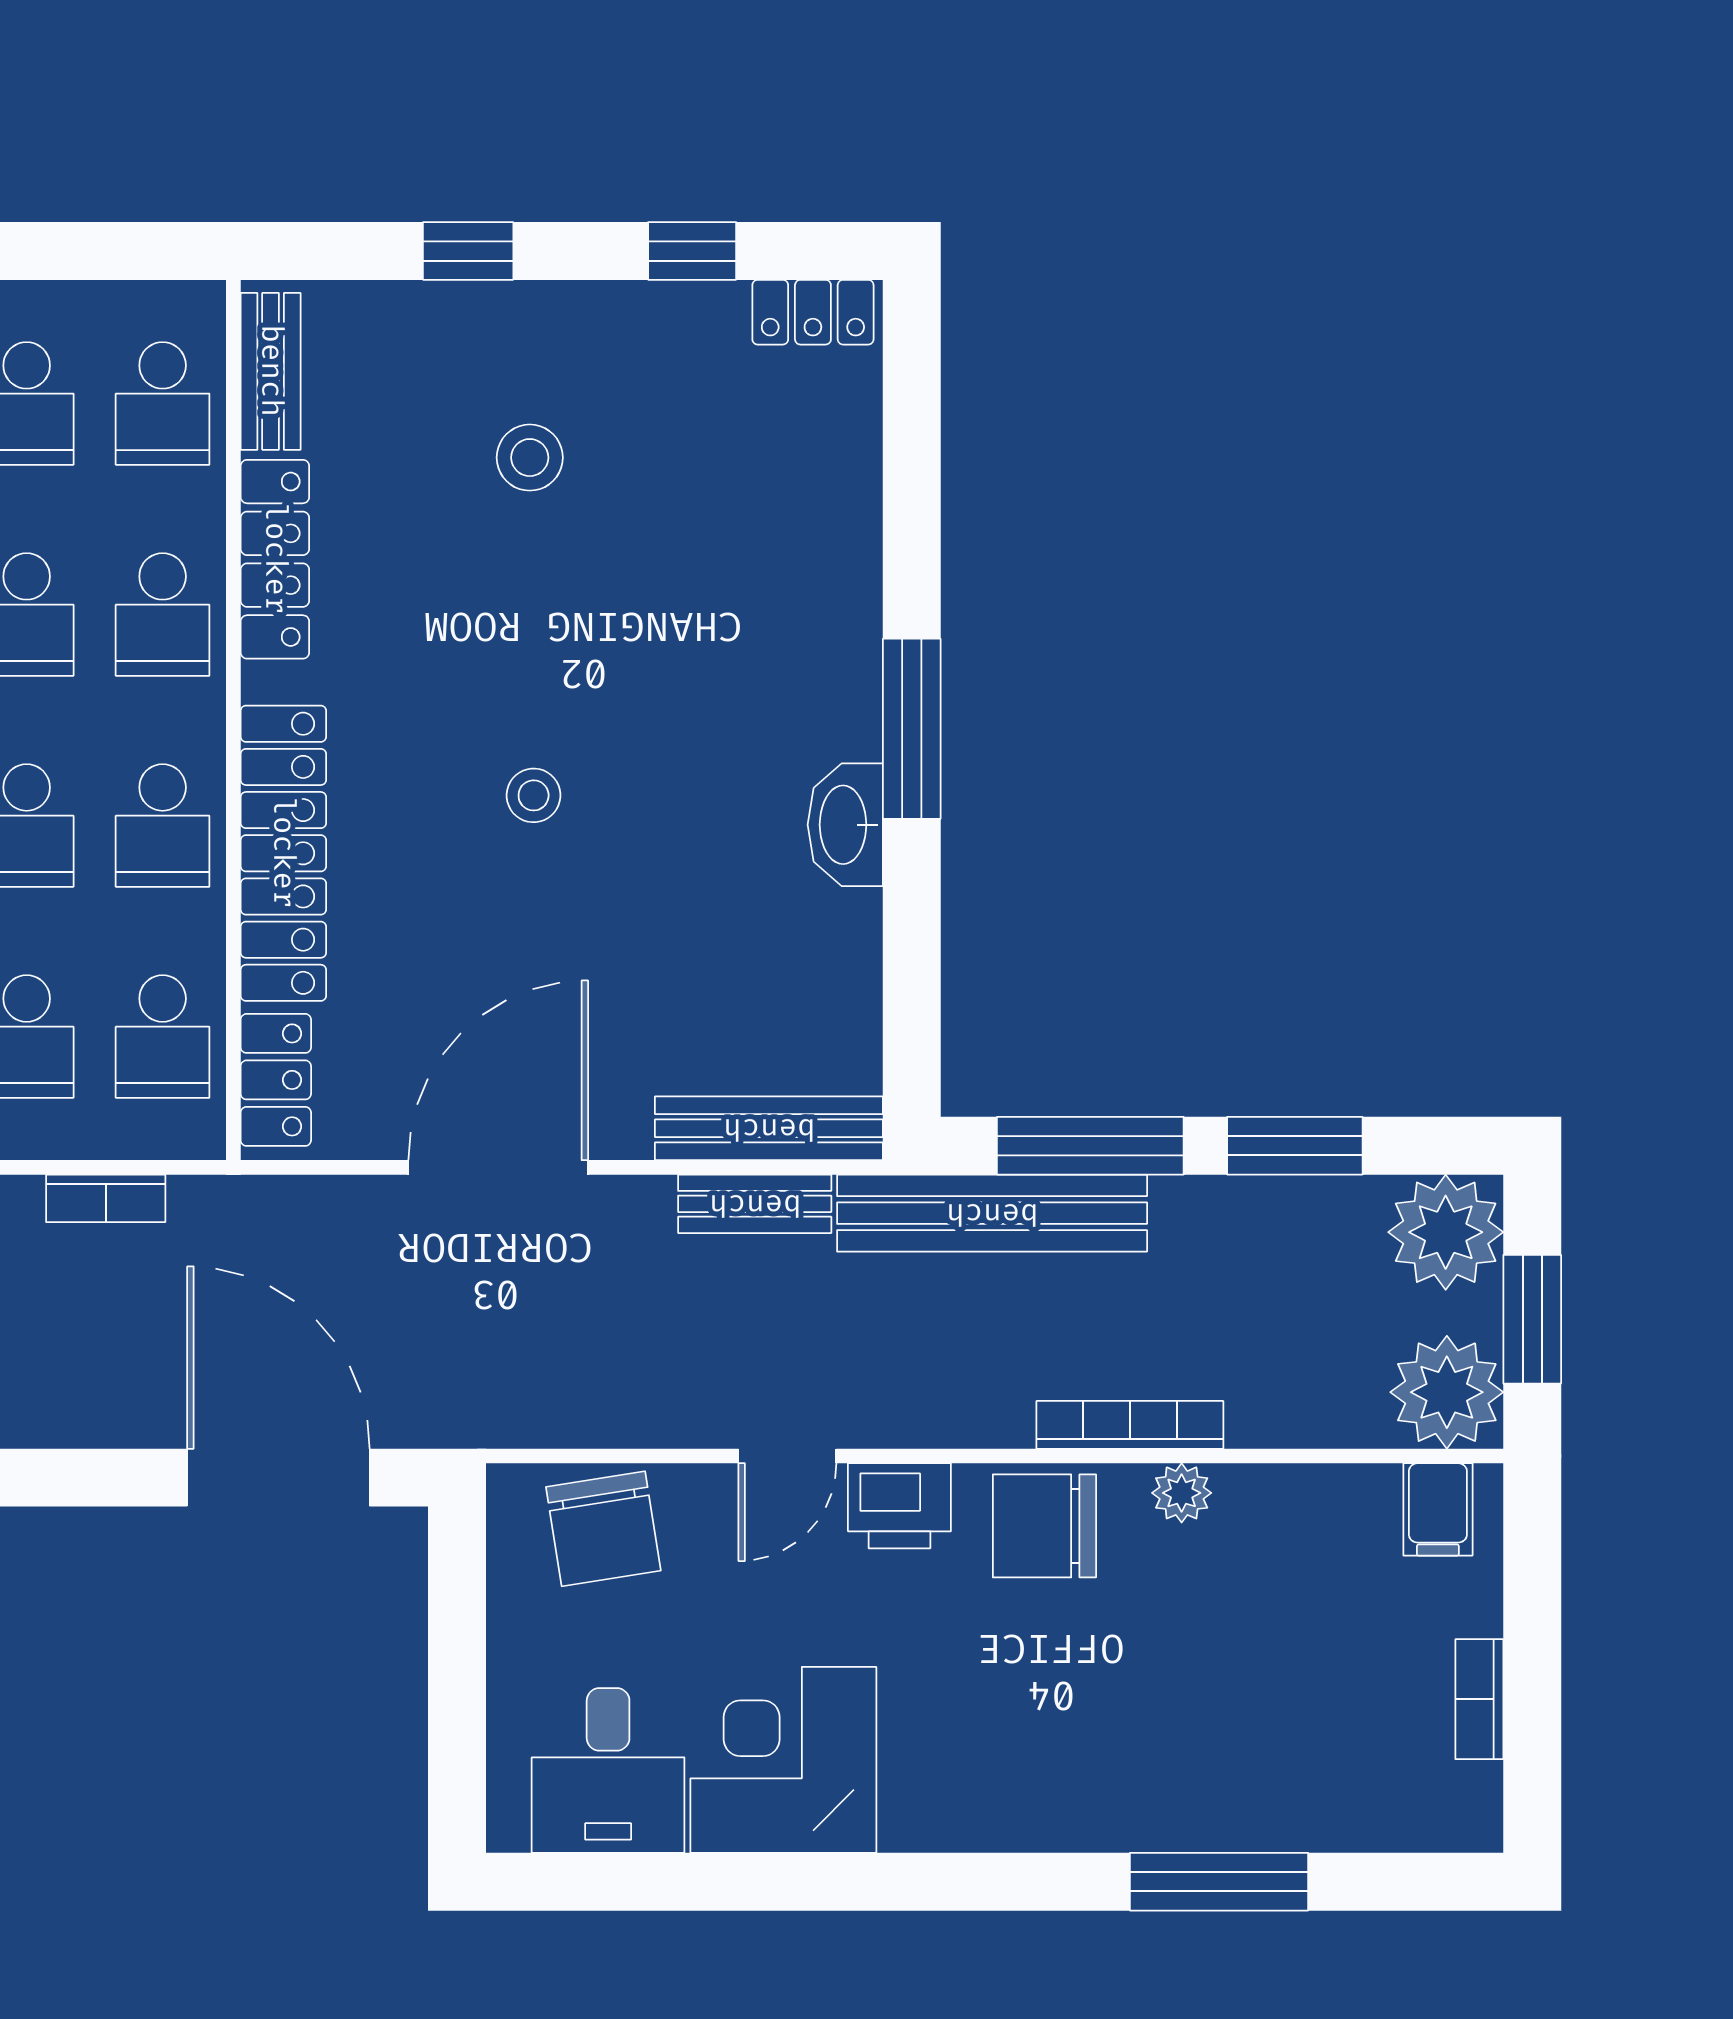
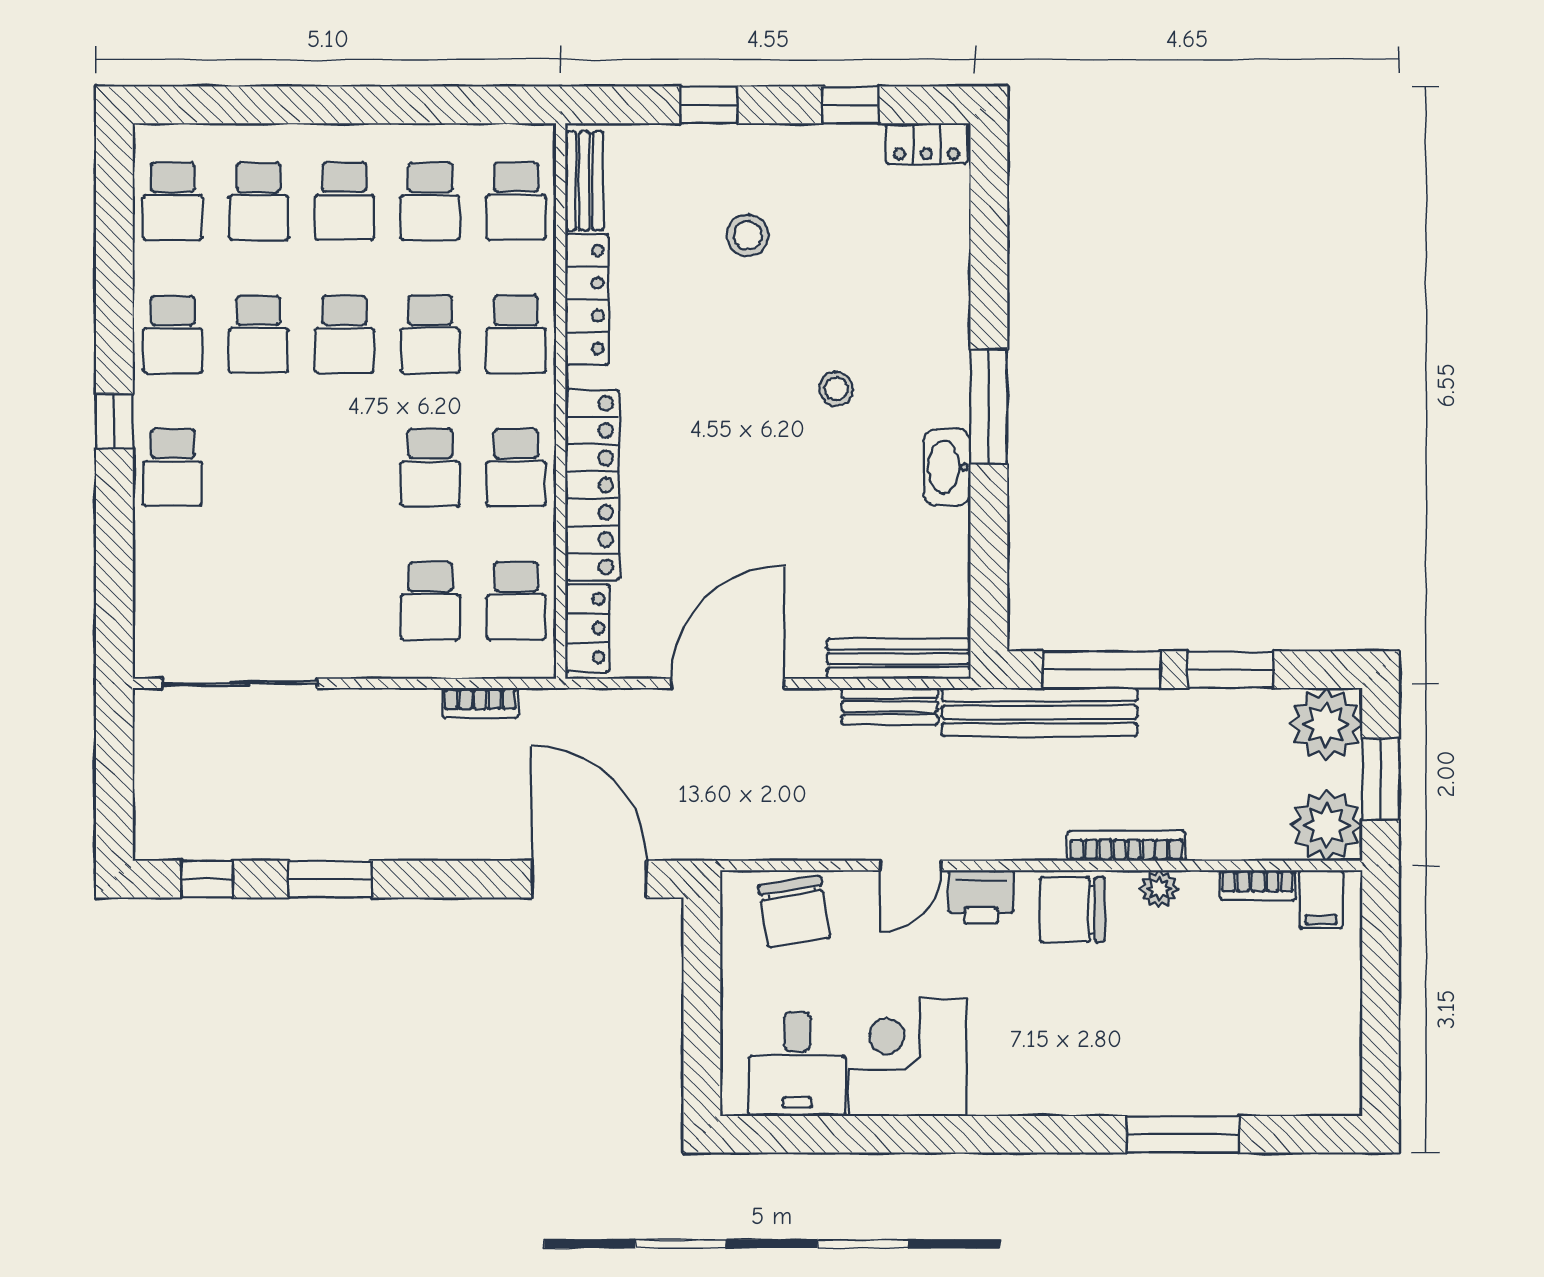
stool: (534, 795) -> (836, 389), moved
bookcase: (1479, 1699) -> (1258, 885), moved, turned -90

